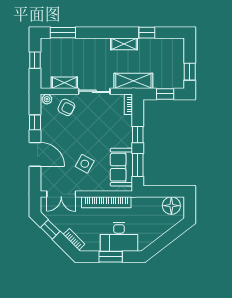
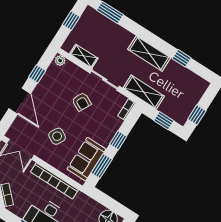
shelving: (124, 44) -> (149, 54), width x1.50, depth x1.33
armchair: (66, 107) -> (82, 102), moved

